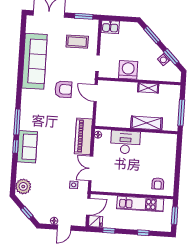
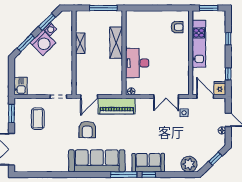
sofa: (35, 61) -> (97, 161), moved
washing machine: (128, 70) -> (43, 43), moved, turned -135
armchair: (63, 89) -> (87, 130), turned 180
piano: (83, 136) -> (117, 106), moved

